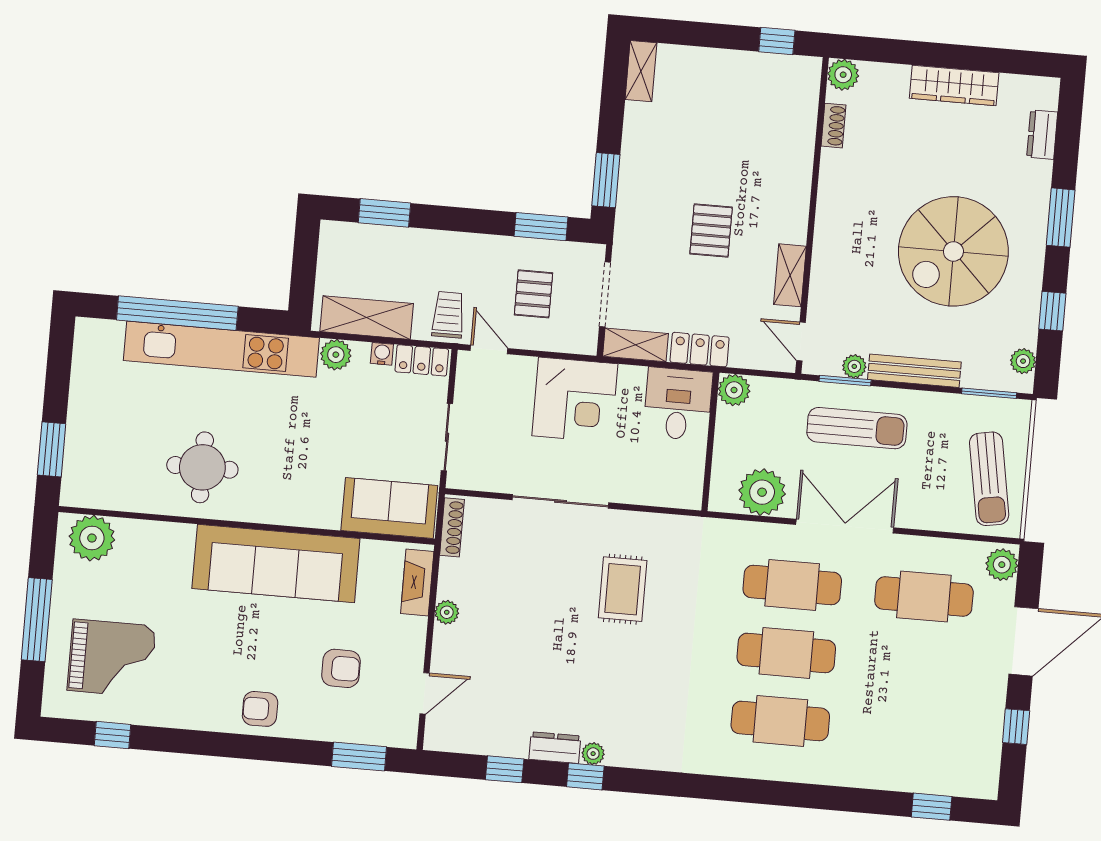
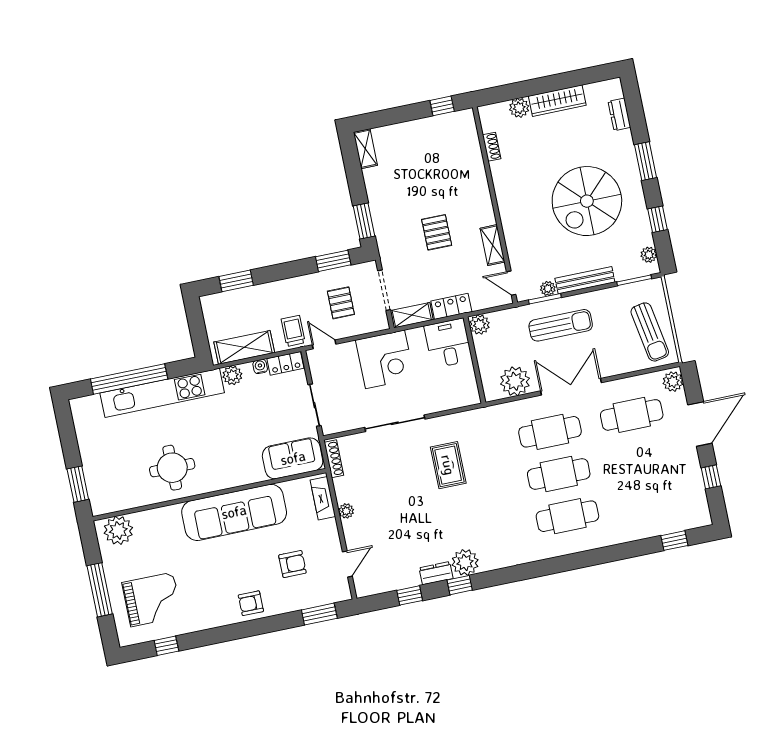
plant: (843, 75) -> (519, 108), moved
plant: (593, 754) -> (465, 562), width x1.88, depth x1.88

